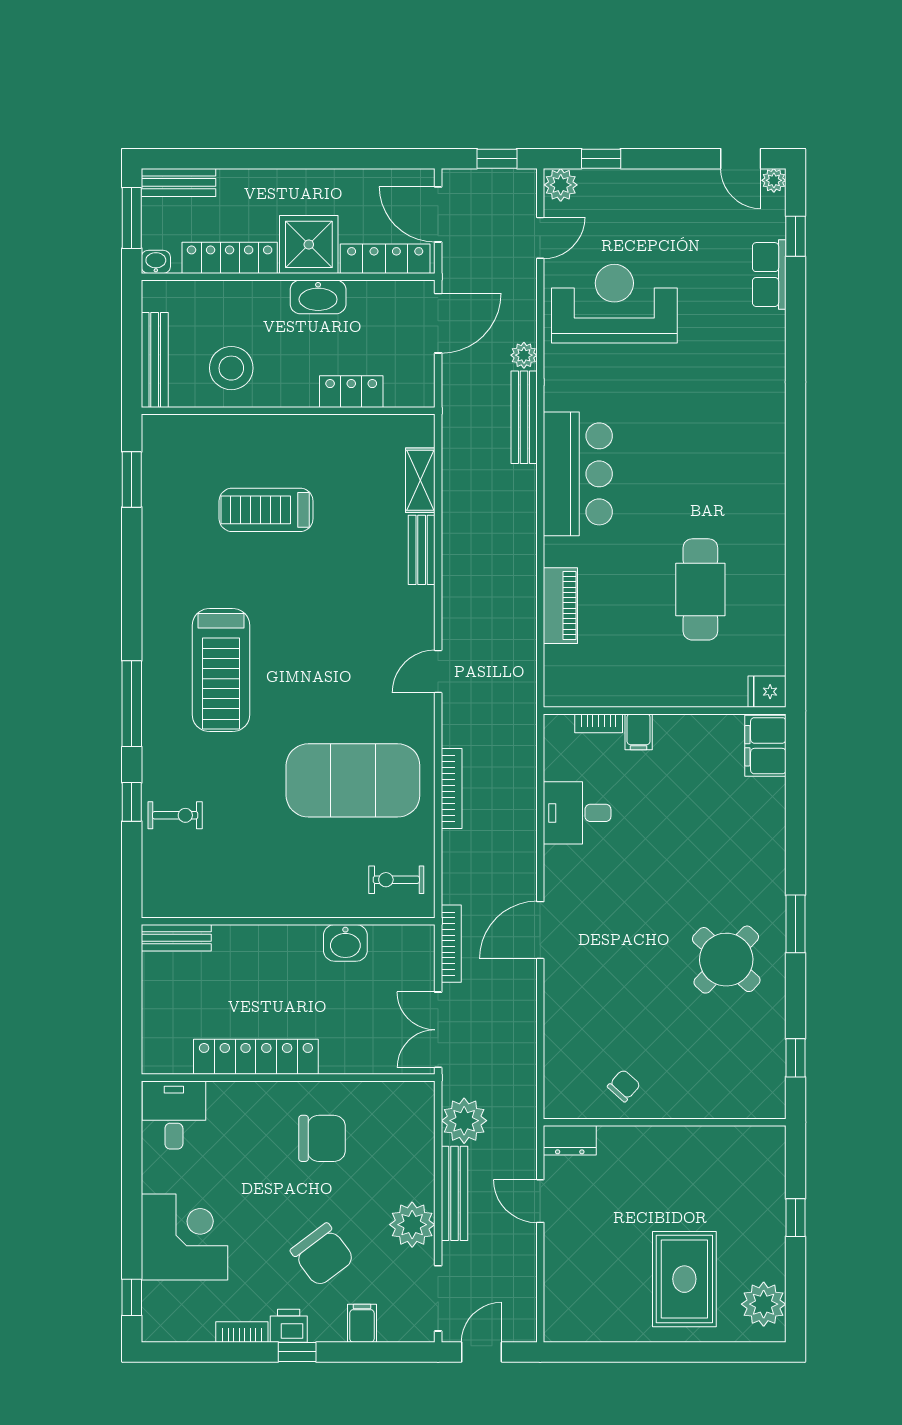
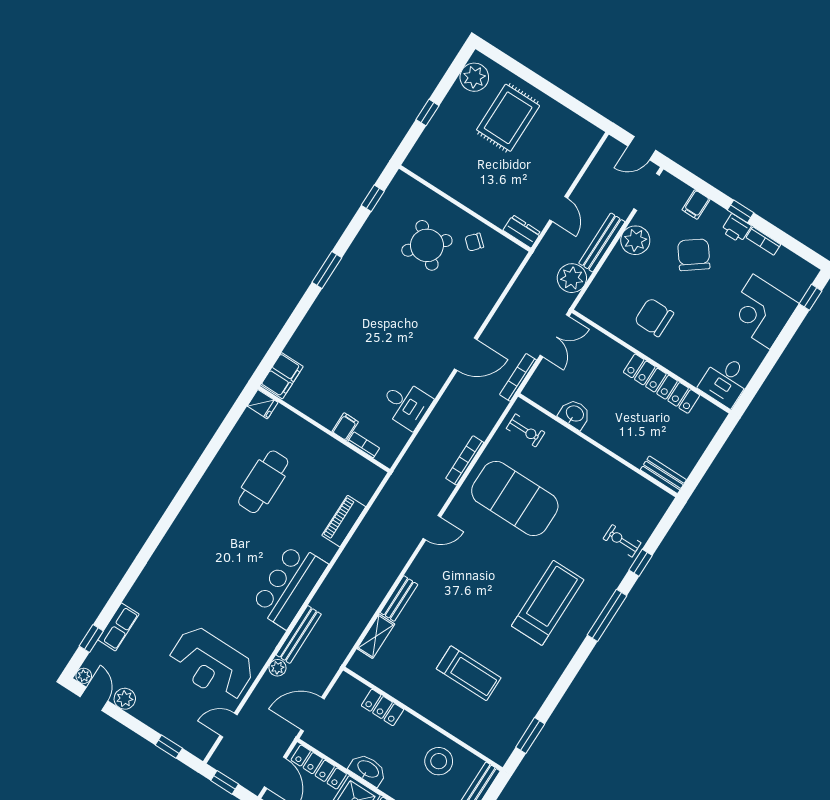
plant: (561, 185) -> (125, 699), moved
round table: (726, 960) -> (427, 245), moved

